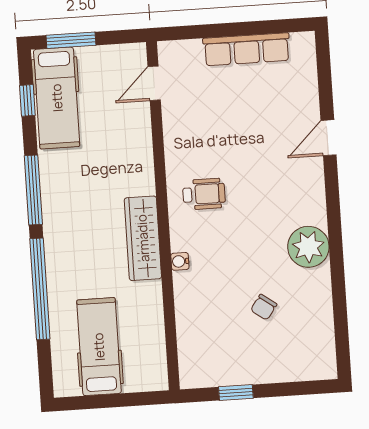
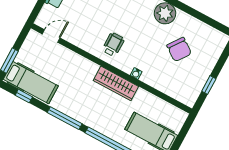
door: (154, 83) -> (51, 36), swing flipped
chair: (264, 307) -> (179, 49), width x1.87, depth x1.87

